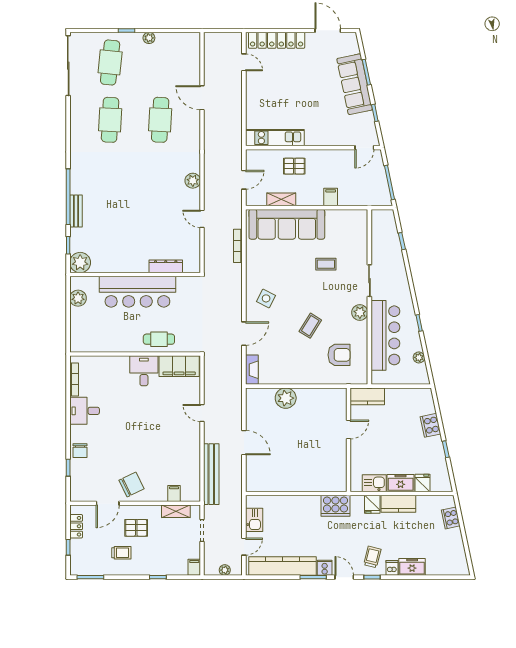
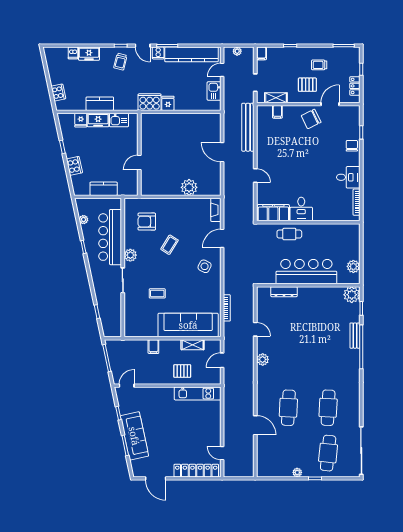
kitchen counter: (367, 396) -> (104, 189), moved
fridge: (372, 504) -> (168, 103), moved
dishwasher: (392, 568) -> (73, 53), moved

